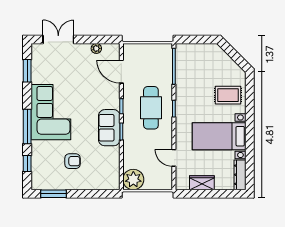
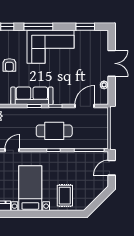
double door: (58, 39) -> (112, 63), moved
door: (195, 39) -> (112, 168), added
sofa: (109, 128) -> (32, 96), width x1.36

